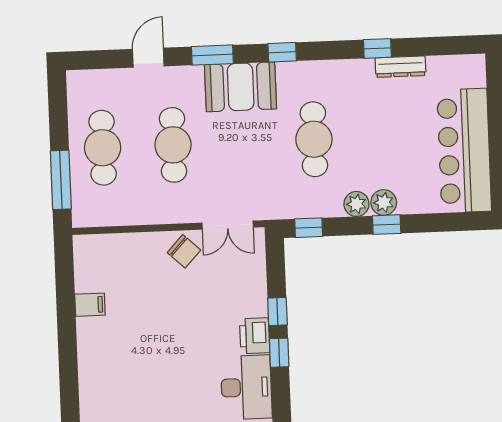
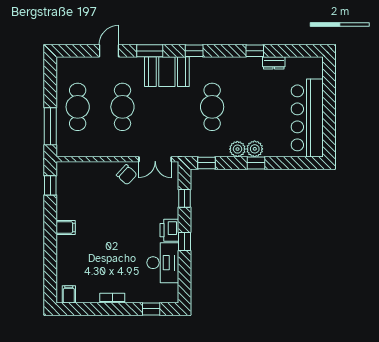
dresser: (400, 67) -> (274, 63), width x0.70
window: (65, 273) -> (50, 185), added
filing cabinet: (90, 305) -> (66, 227), moved
window: (277, 311) -> (185, 198), moved

